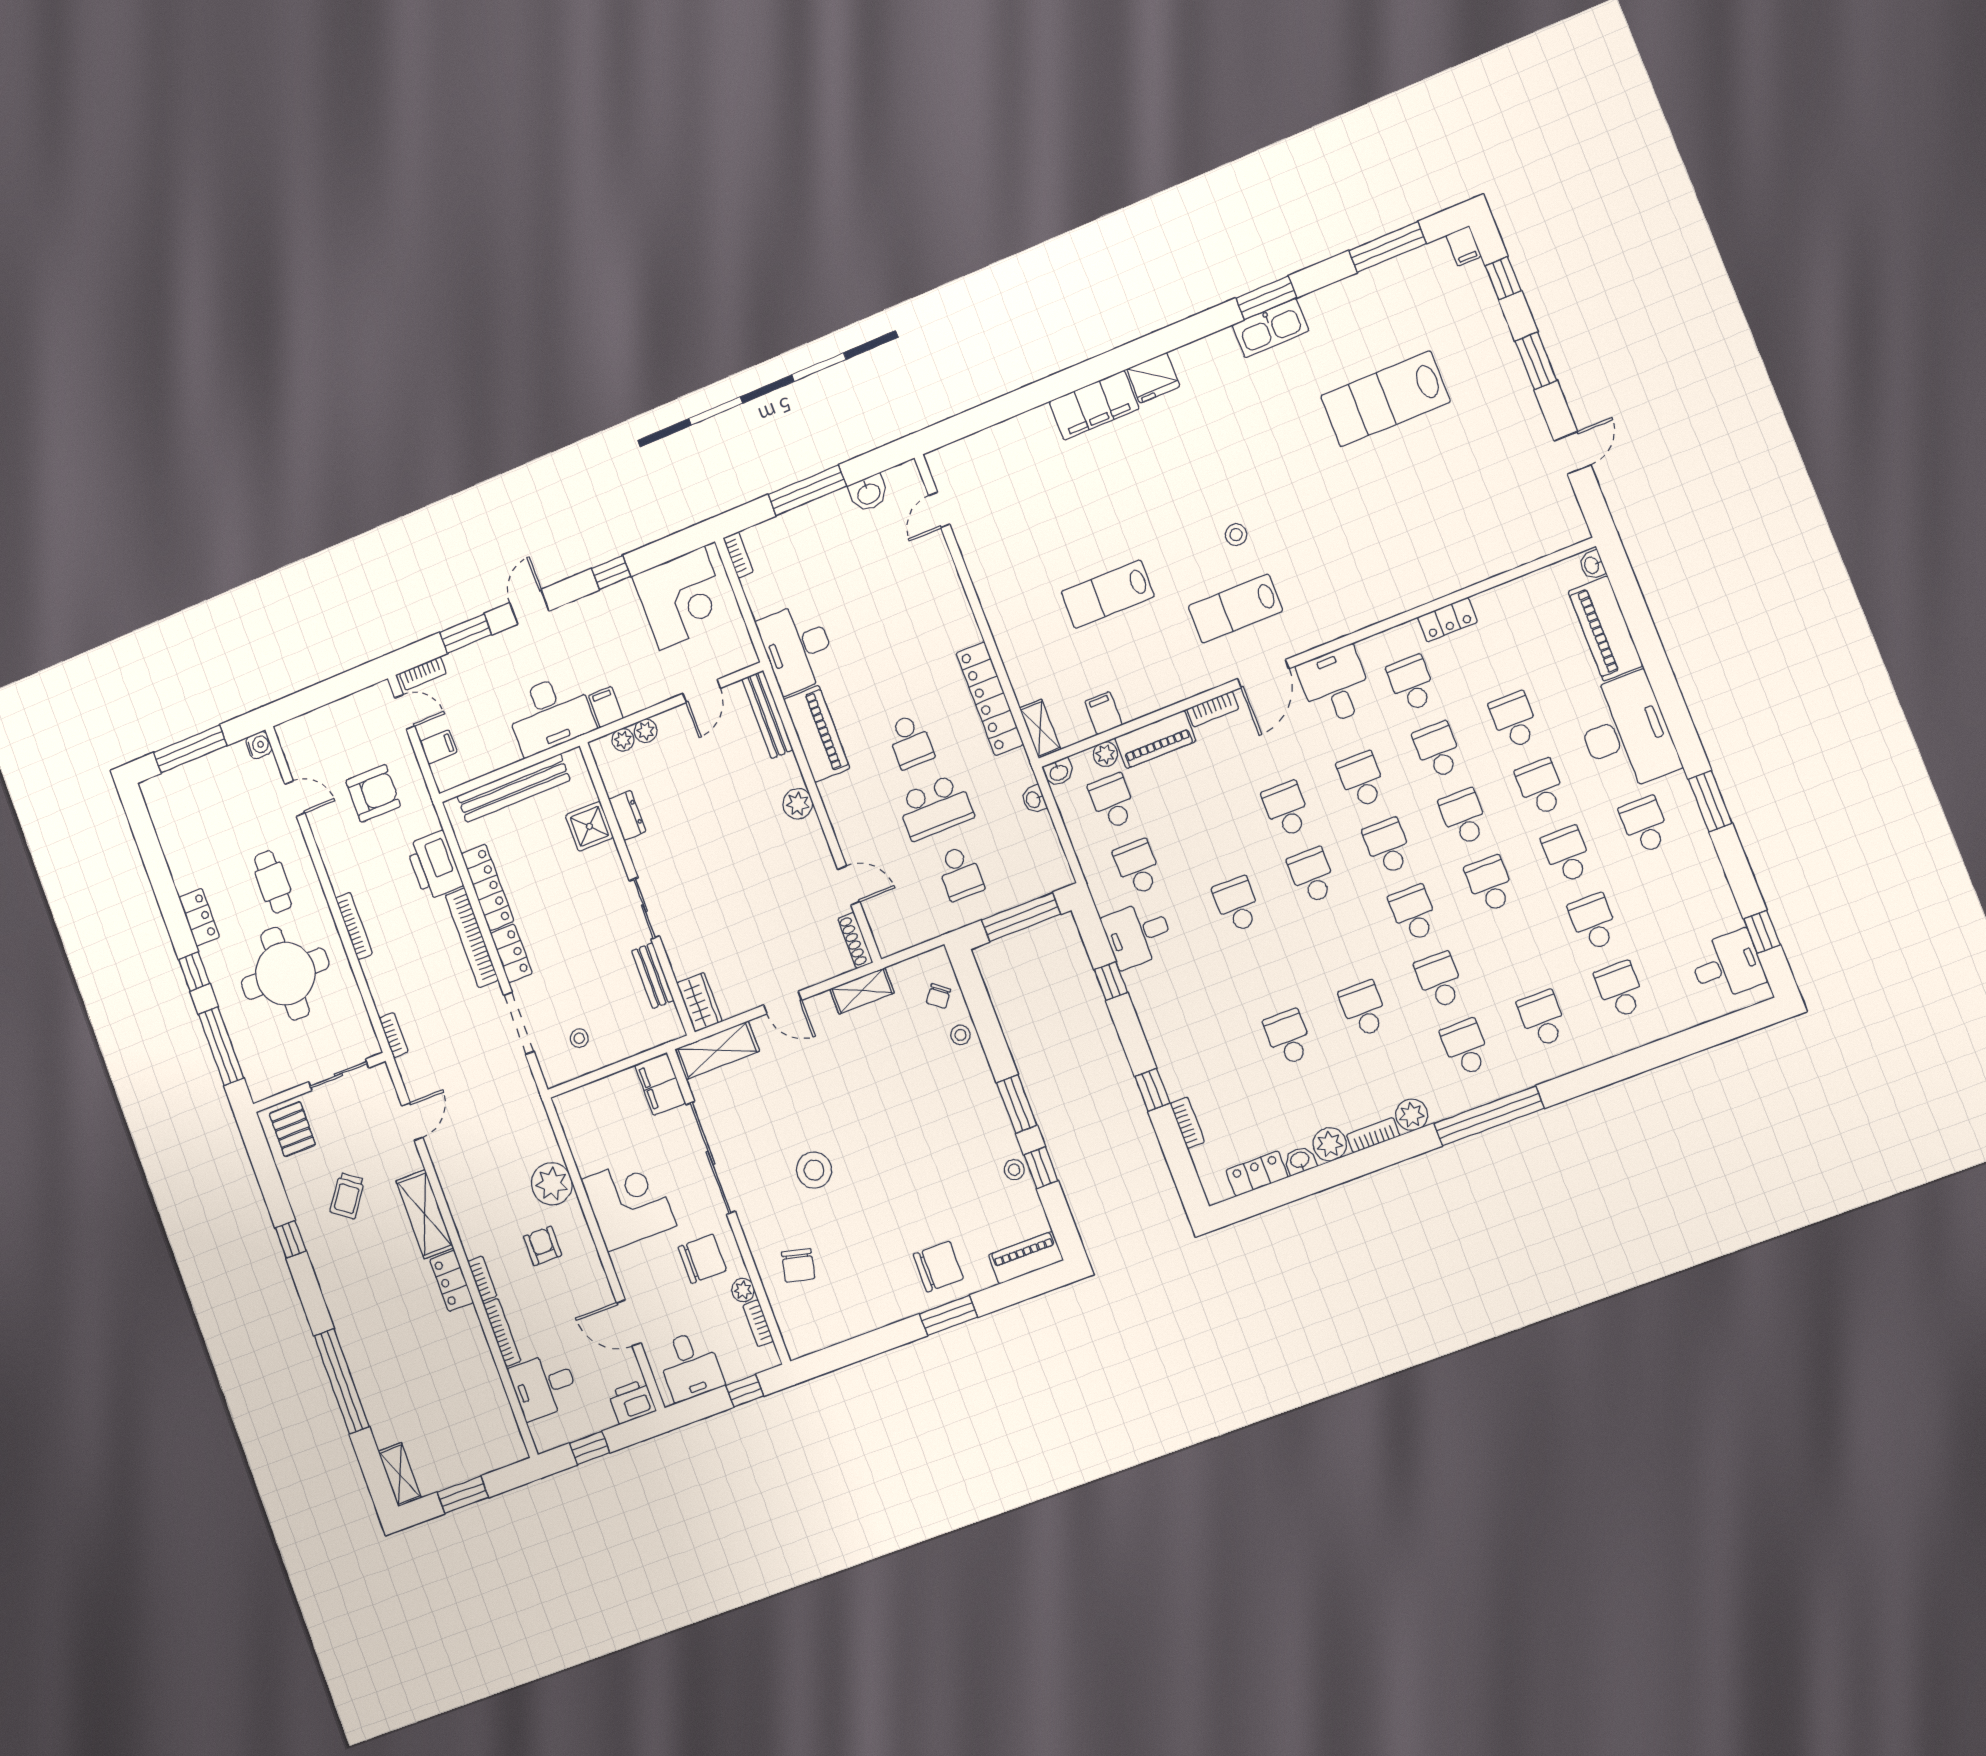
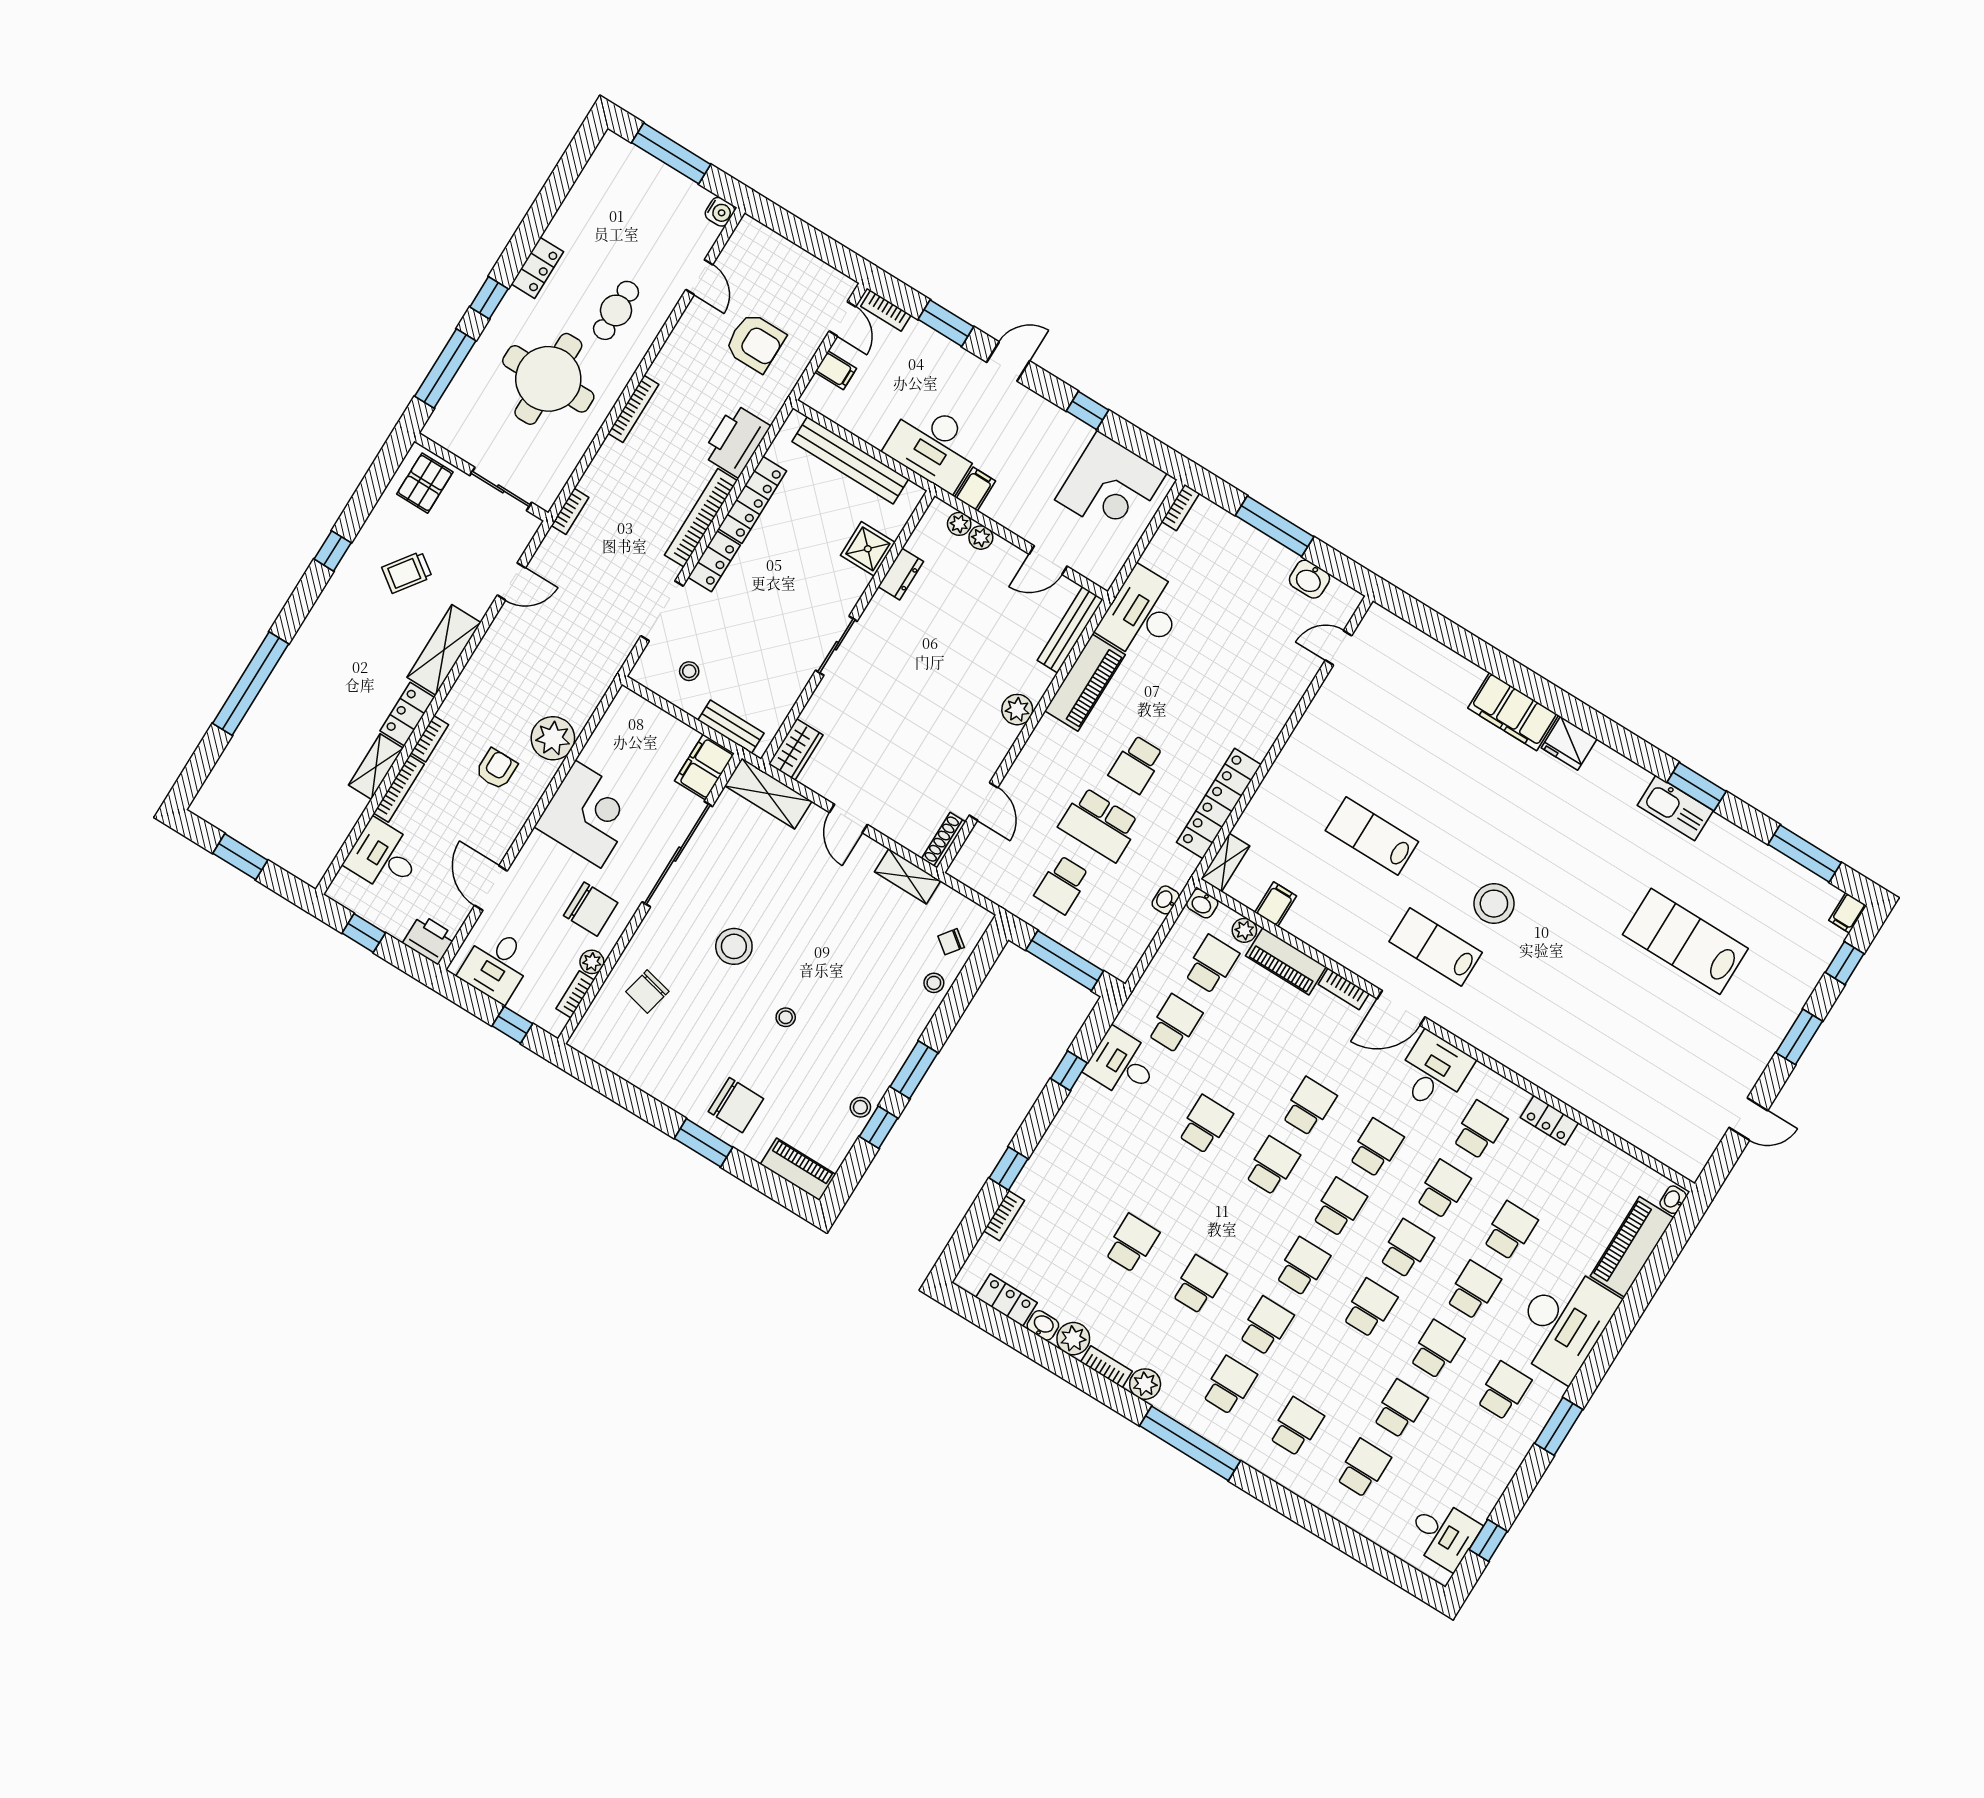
stool: (1236, 535) -> (1494, 904), width x1.89, depth x1.89
bench: (653, 976) -> (731, 727), moved, turned 90
stool: (899, 1173) -> (786, 1017), added
shelving: (400, 1475) -> (376, 767), moved

